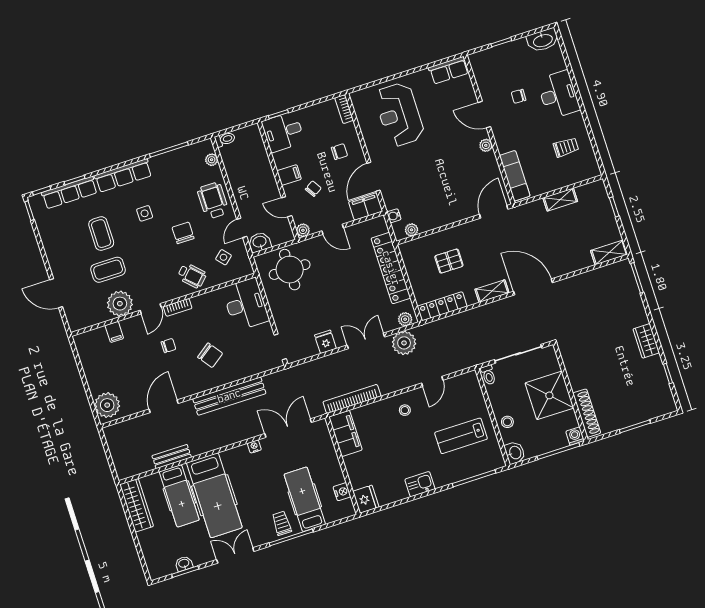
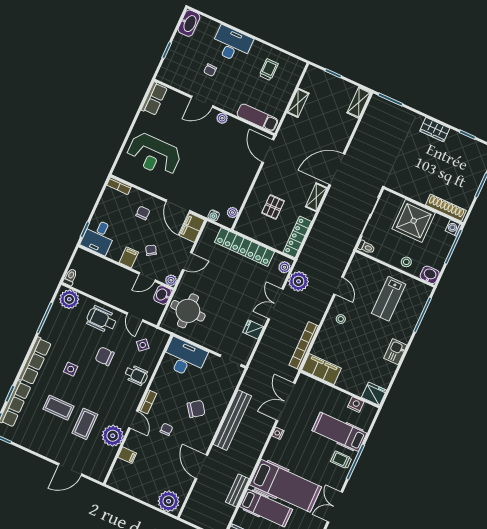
plant: (212, 160) -> (69, 299), width x1.87, depth x1.87
washbasin: (260, 242) -> (162, 295), moved
wheelchair: (192, 276) -> (136, 375), turned 45

